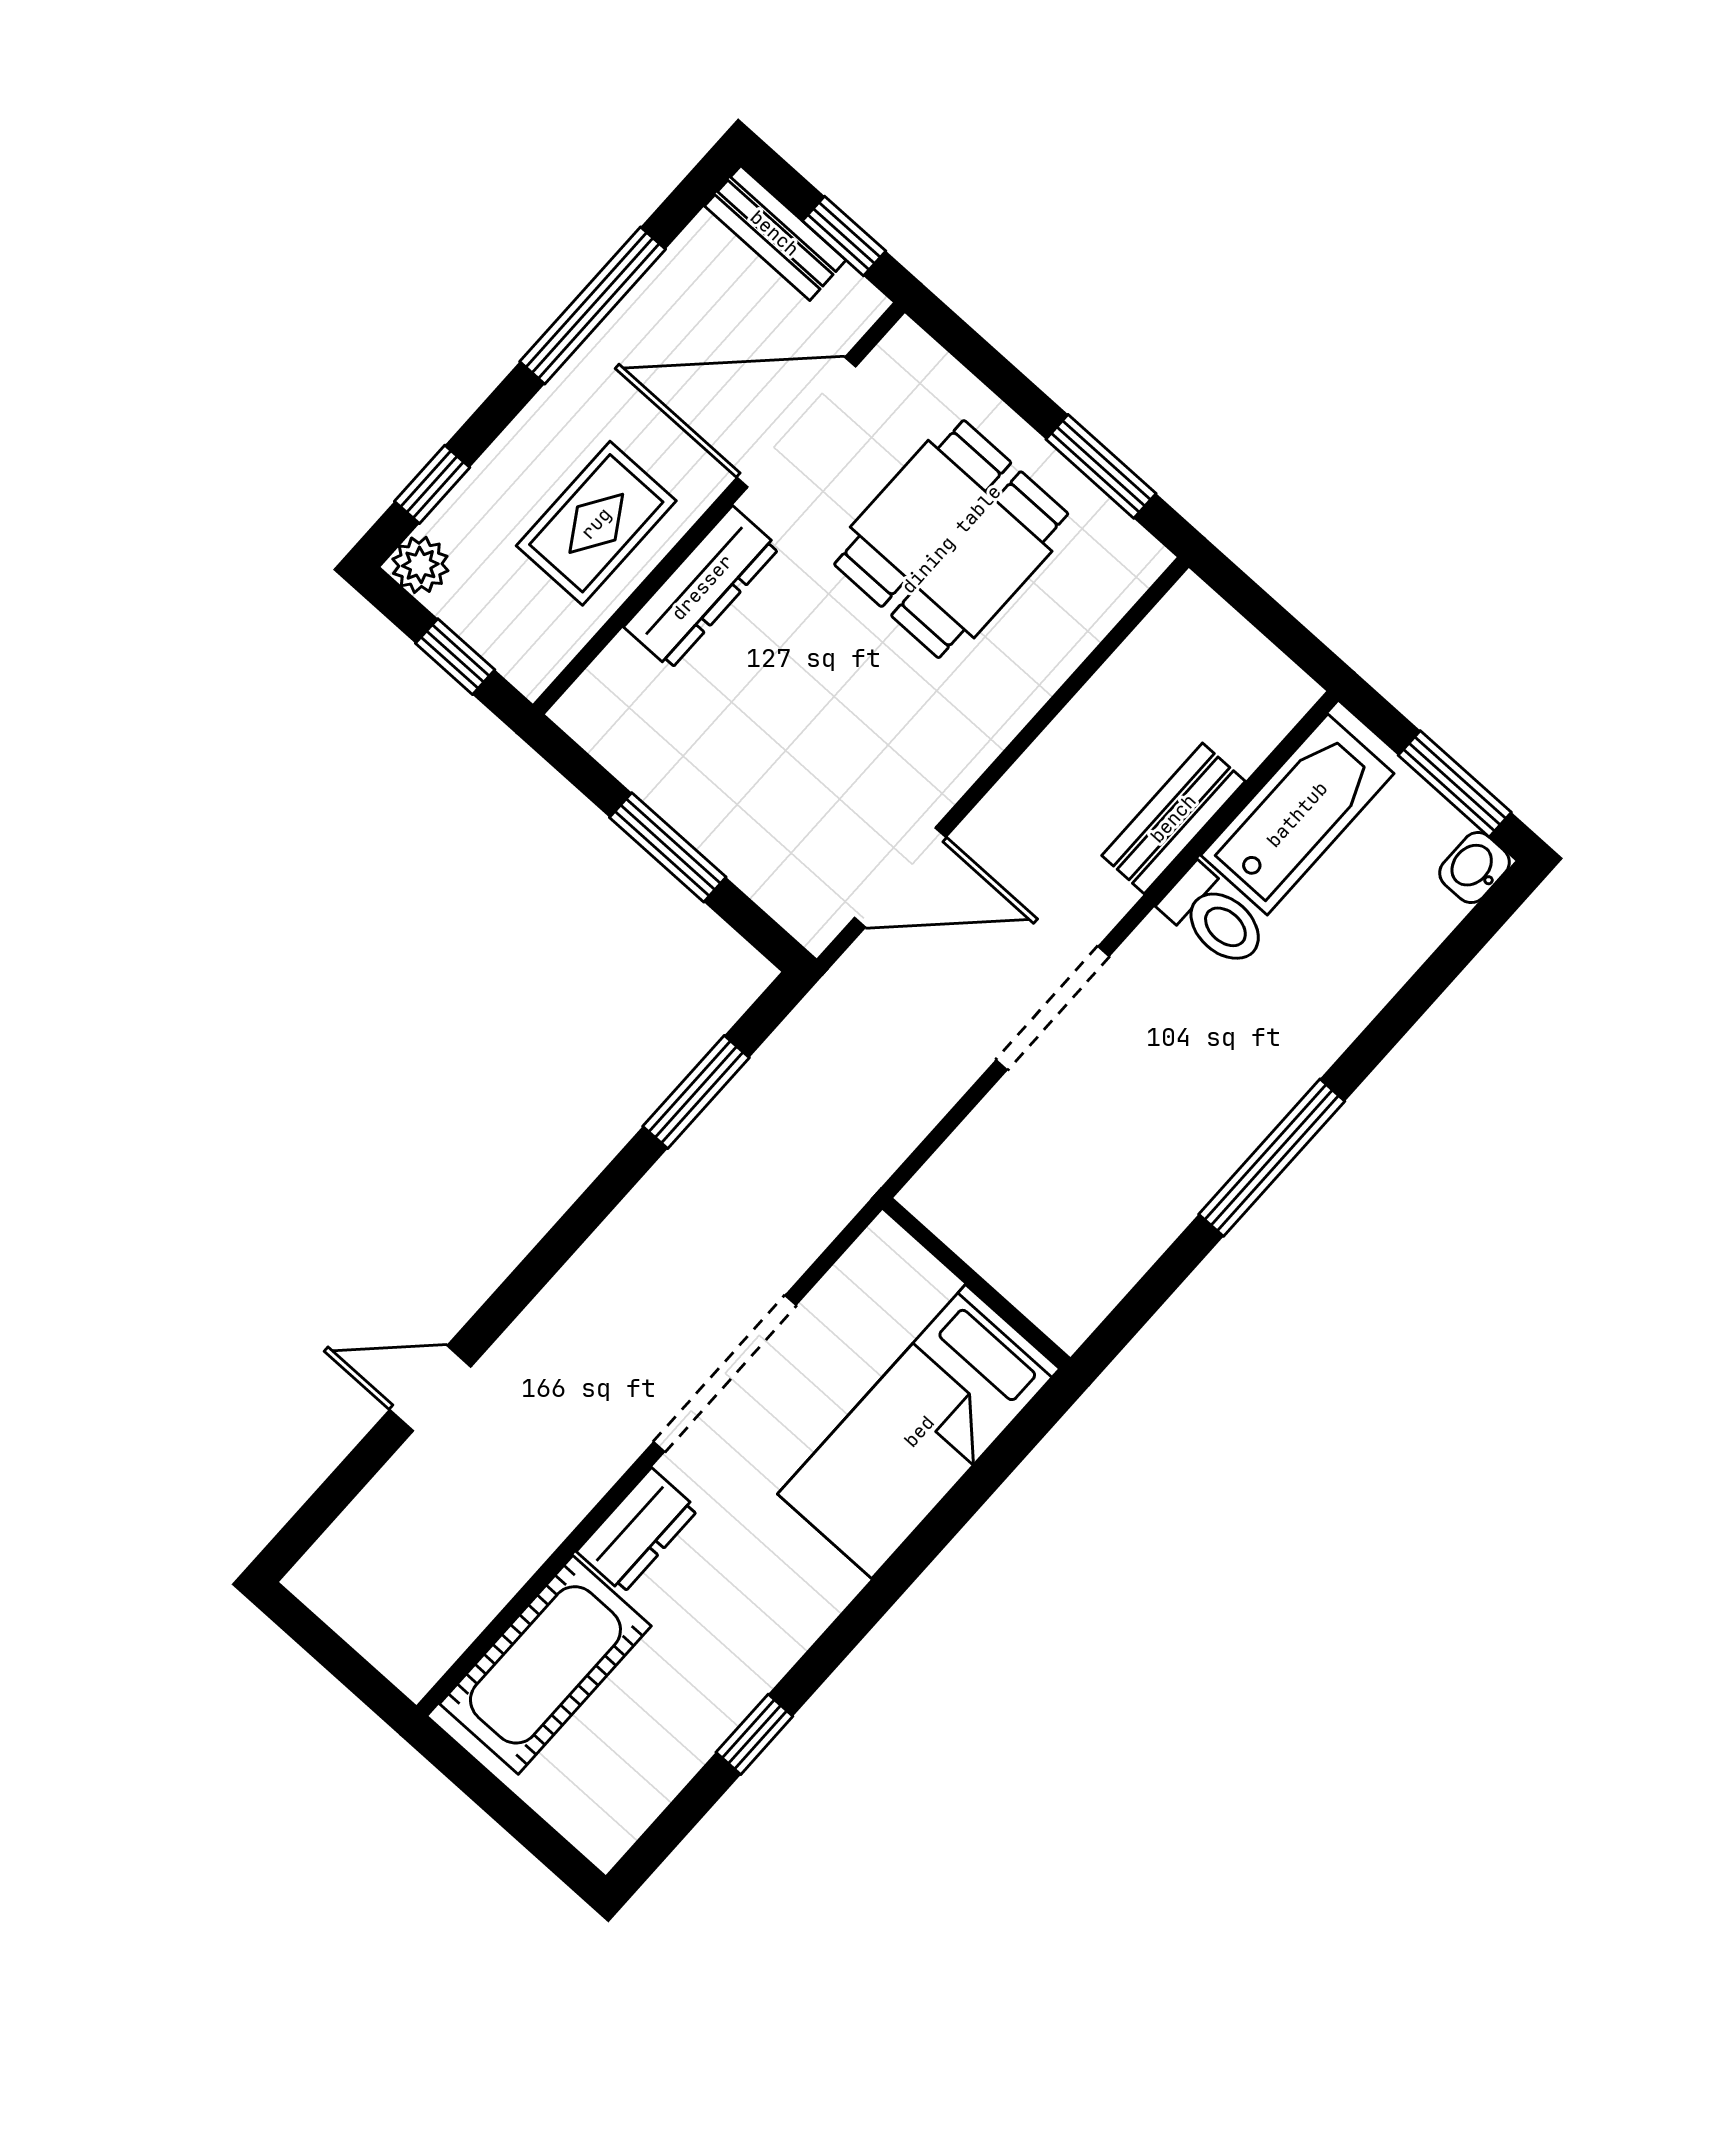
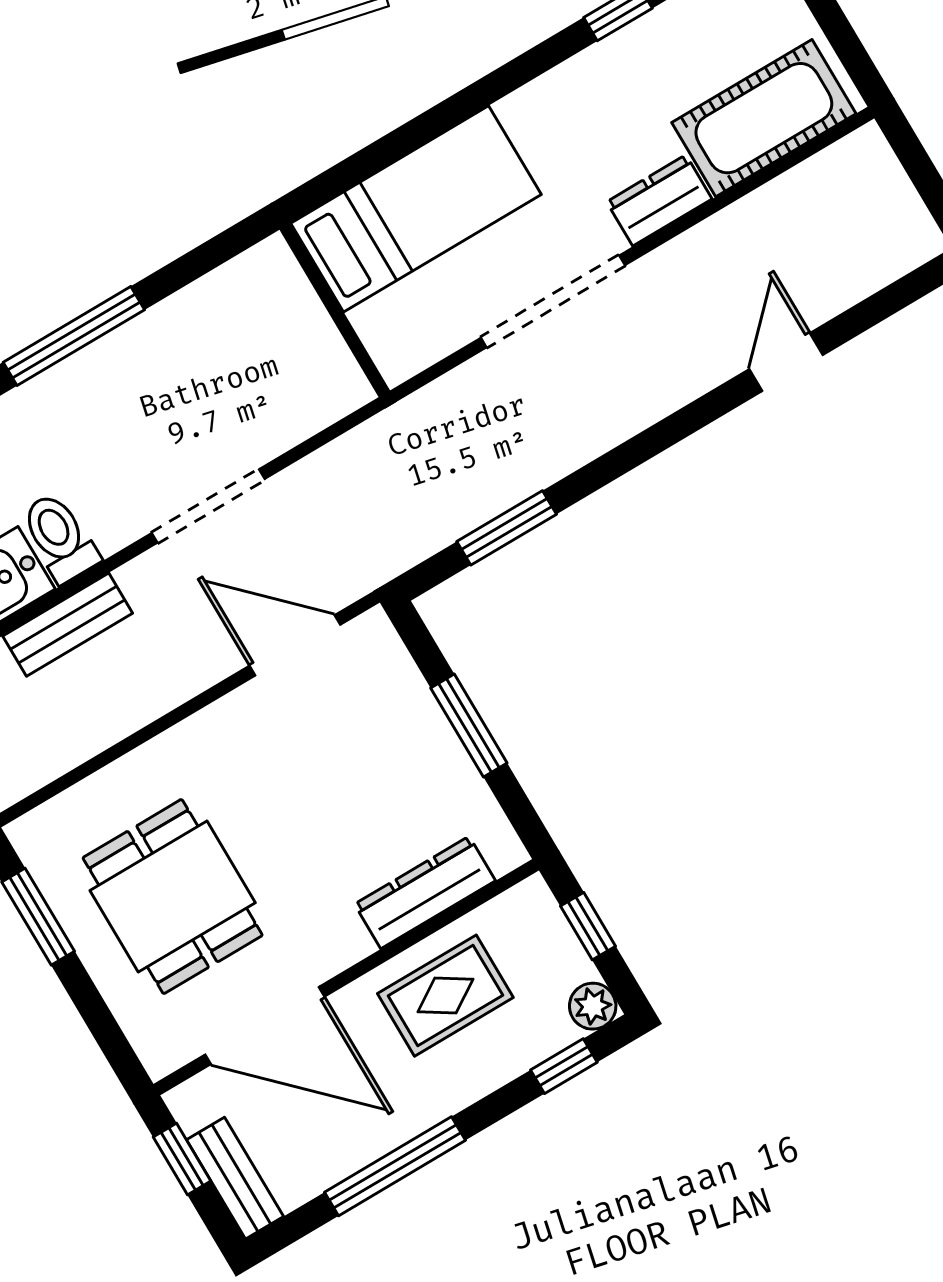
dining table: (951, 539) -> (173, 897), turned 90
dresser: (702, 587) -> (425, 892), moved
door: (430, 1388) -> (786, 362), swing flipped

